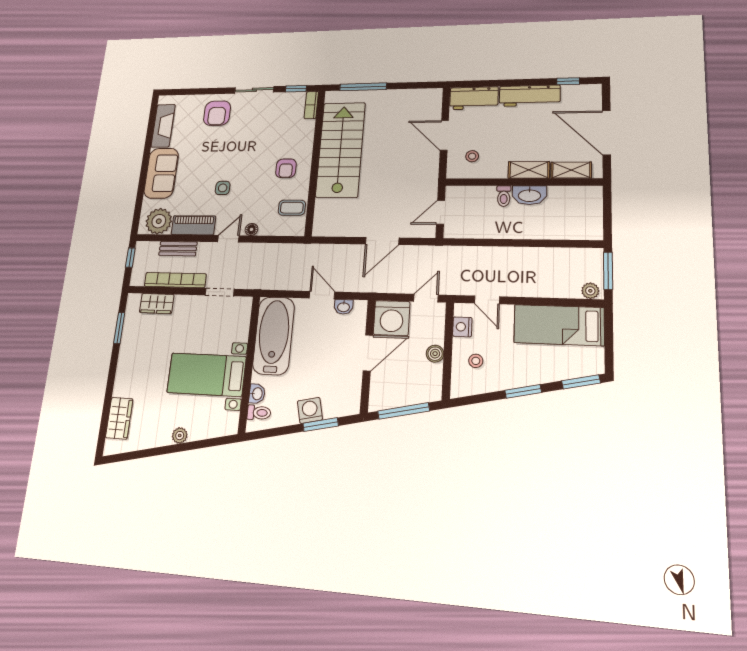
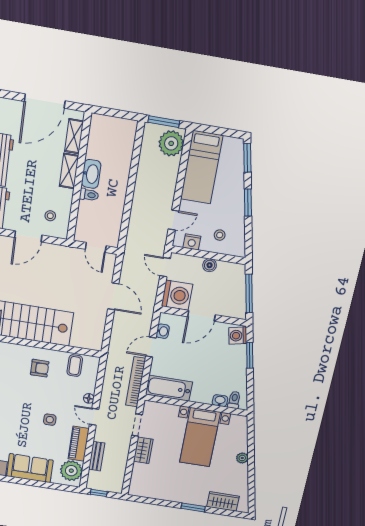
bookcase: (175, 280) -> (136, 382), moved
plant: (590, 291) -> (171, 143), width x1.88, depth x1.88
wardrobe: (157, 304) -> (143, 450), moved
window: (119, 328) -> (193, 507), moved
bathtub: (274, 336) -> (169, 388), width x0.73, depth x0.73
door: (368, 353) -> (201, 316), swing flipped
washing machine: (310, 410) -> (238, 336), moved

